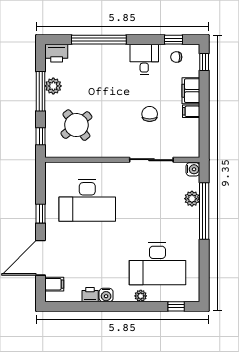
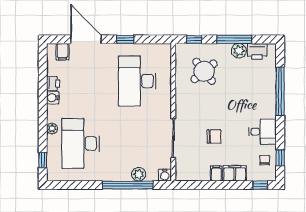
printer: (57, 53) -> (257, 51), moved, turned -90

